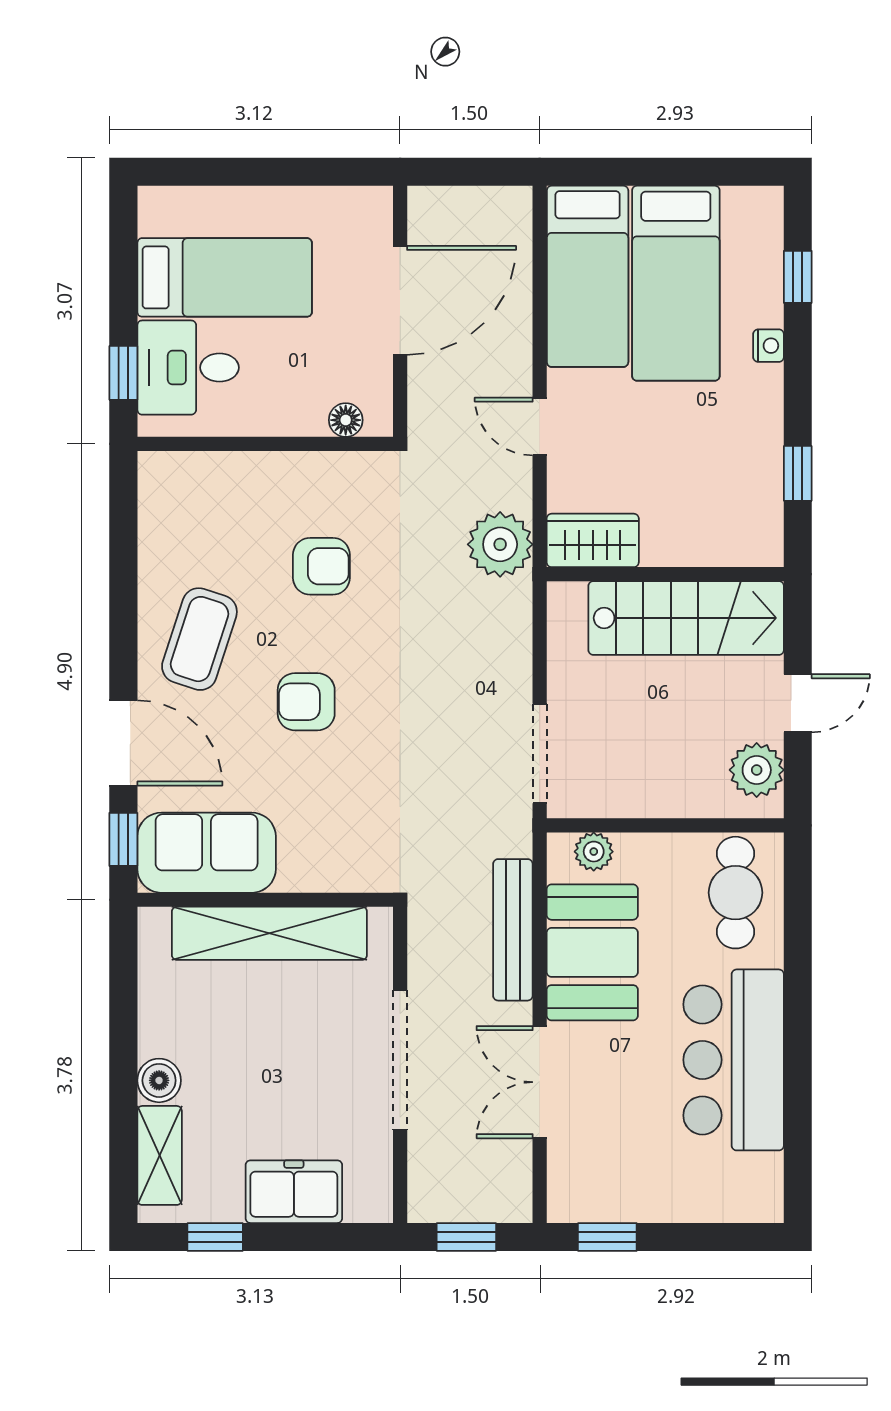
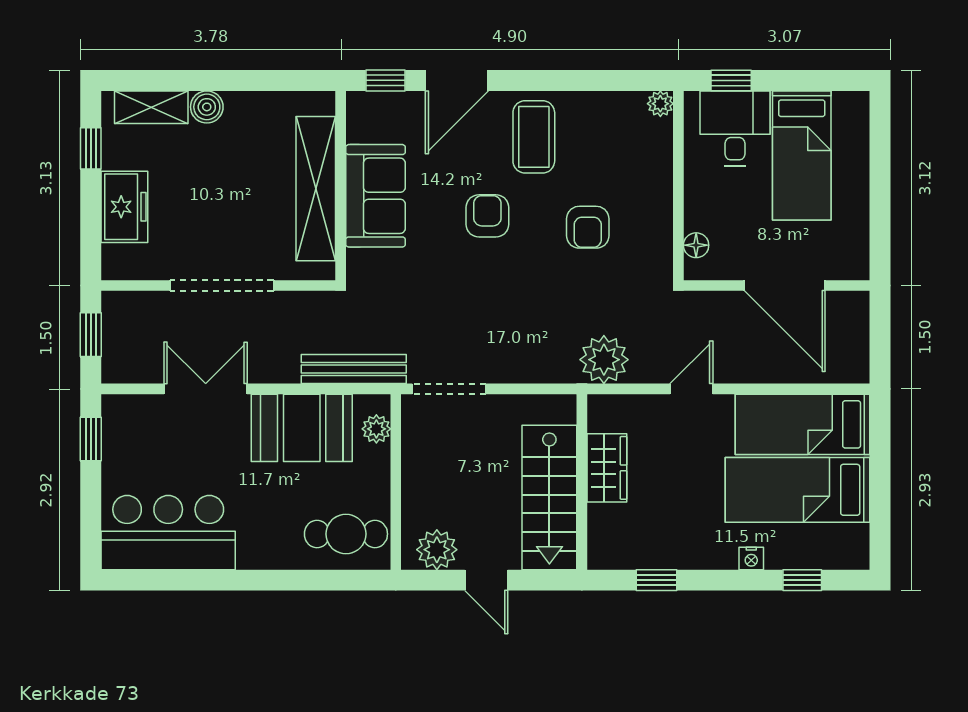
plant: (155, 468) -> (660, 104), added
wardrobe: (593, 540) -> (607, 468), moved
coffee table: (199, 639) -> (534, 137), turned 72
sofa: (207, 853) -> (376, 196), moved
bench: (513, 930) -> (354, 369), moved
bar counter: (734, 1060) -> (168, 533), moved

